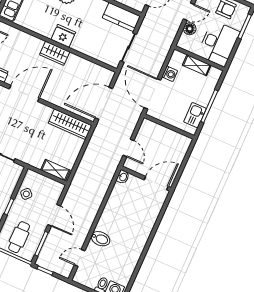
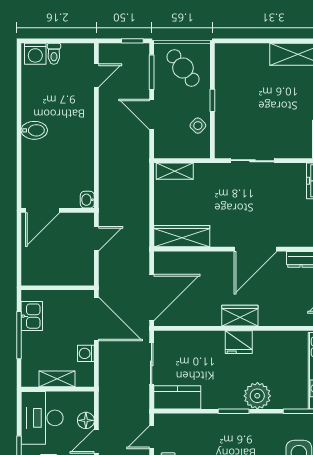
door: (104, 103) -> (152, 298), moved
door: (128, 148) -> (96, 239), swing flipped
cafe table: (19, 237) -> (183, 68), turned -38
bidet: (101, 239) -> (34, 130), moved, turned 180

